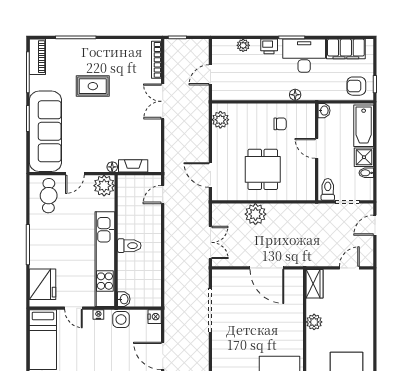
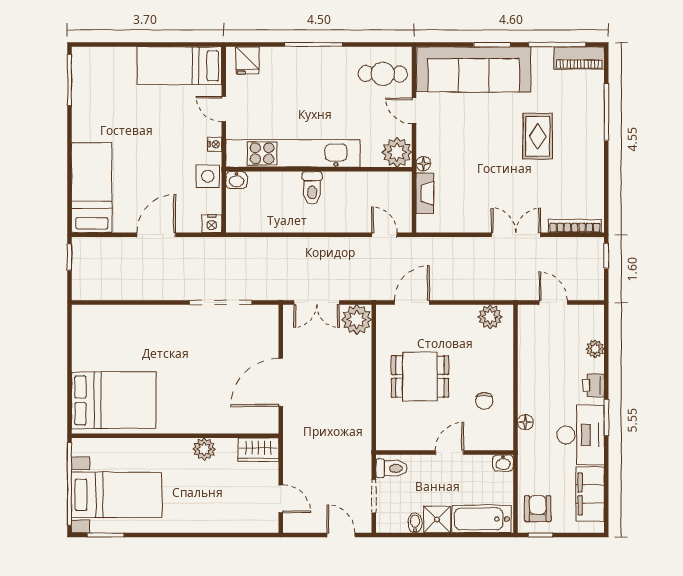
plant: (255, 214) -> (357, 320), moved
fridge: (42, 284) -> (247, 60), width x0.53, depth x0.75
door: (74, 308) -> (224, 109), hinge flipped

